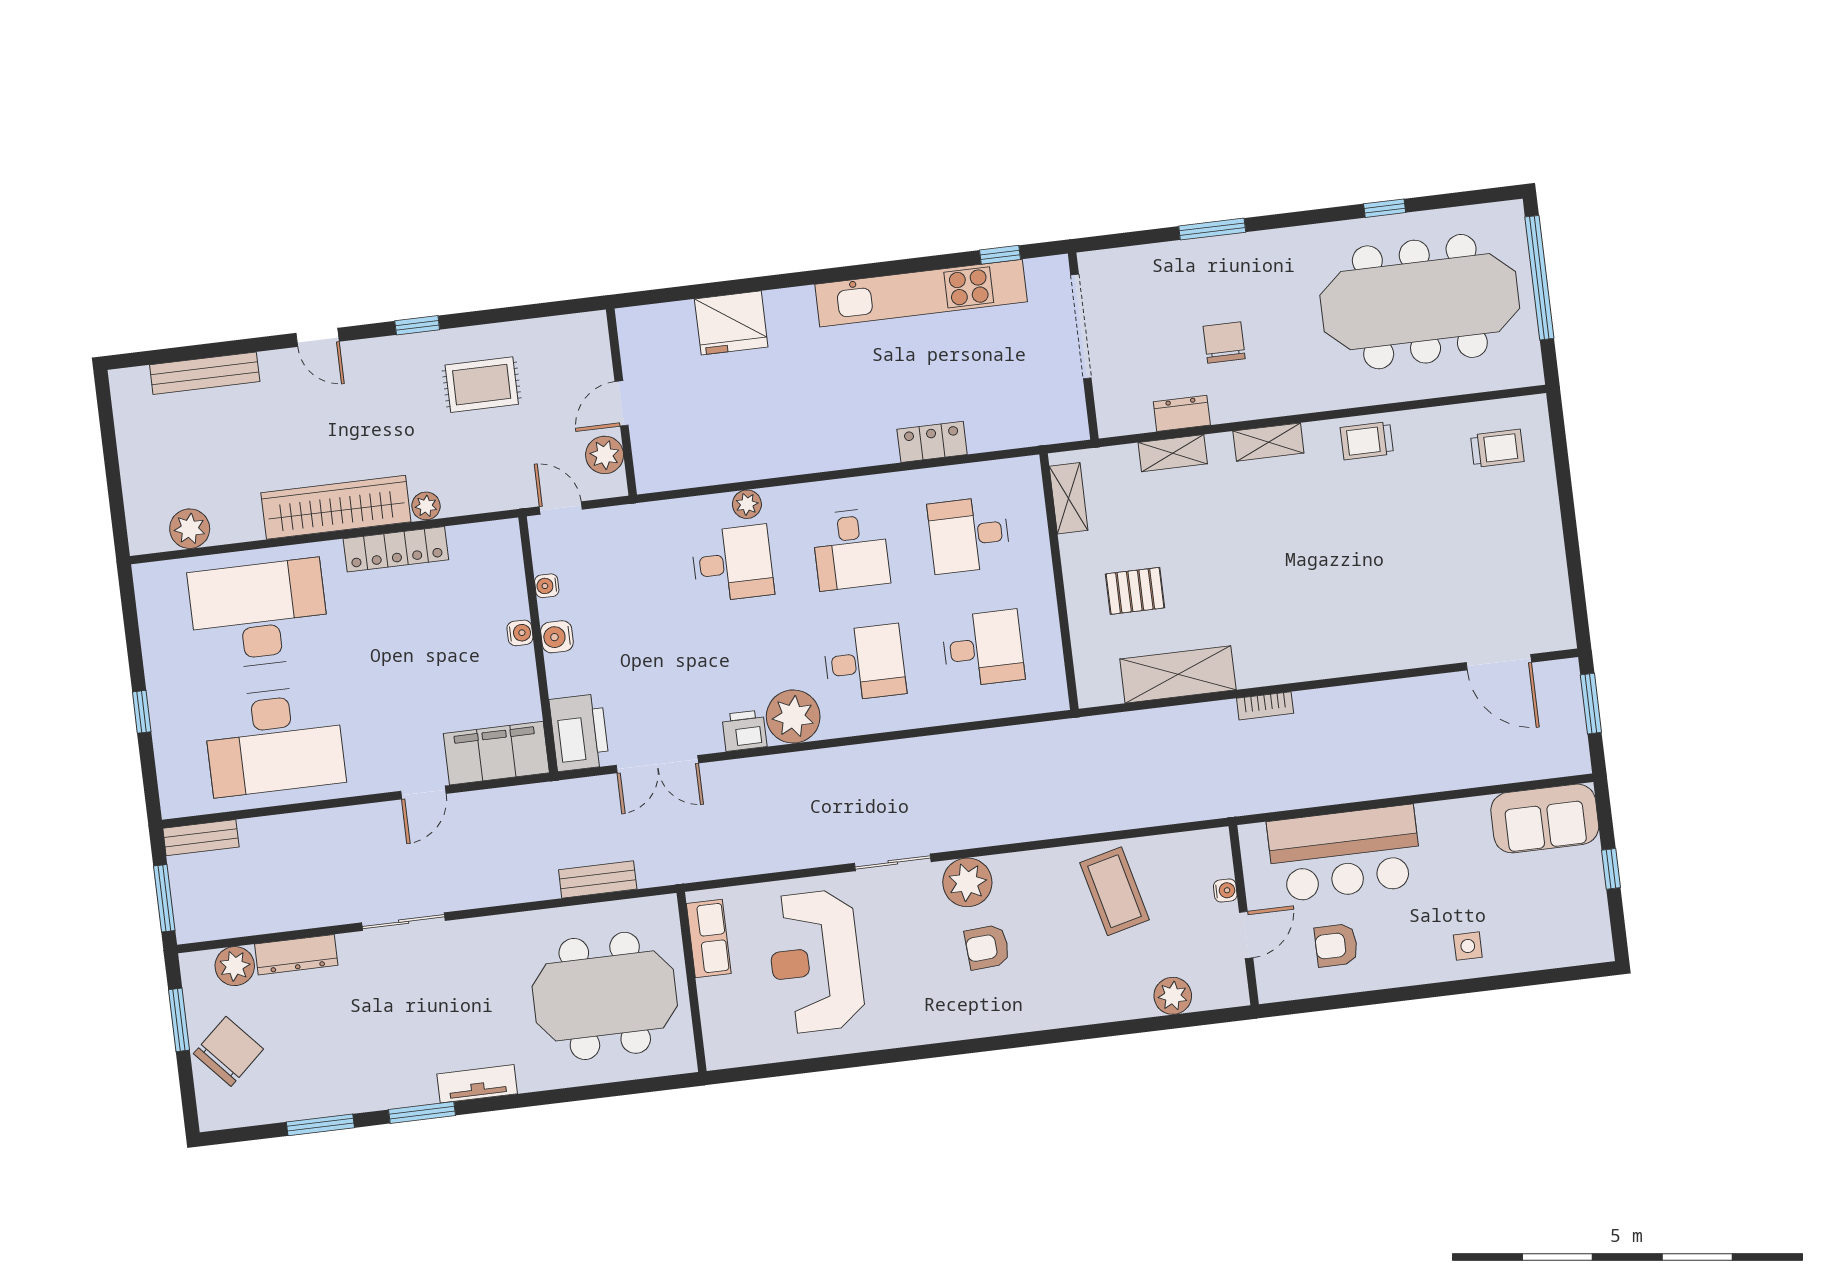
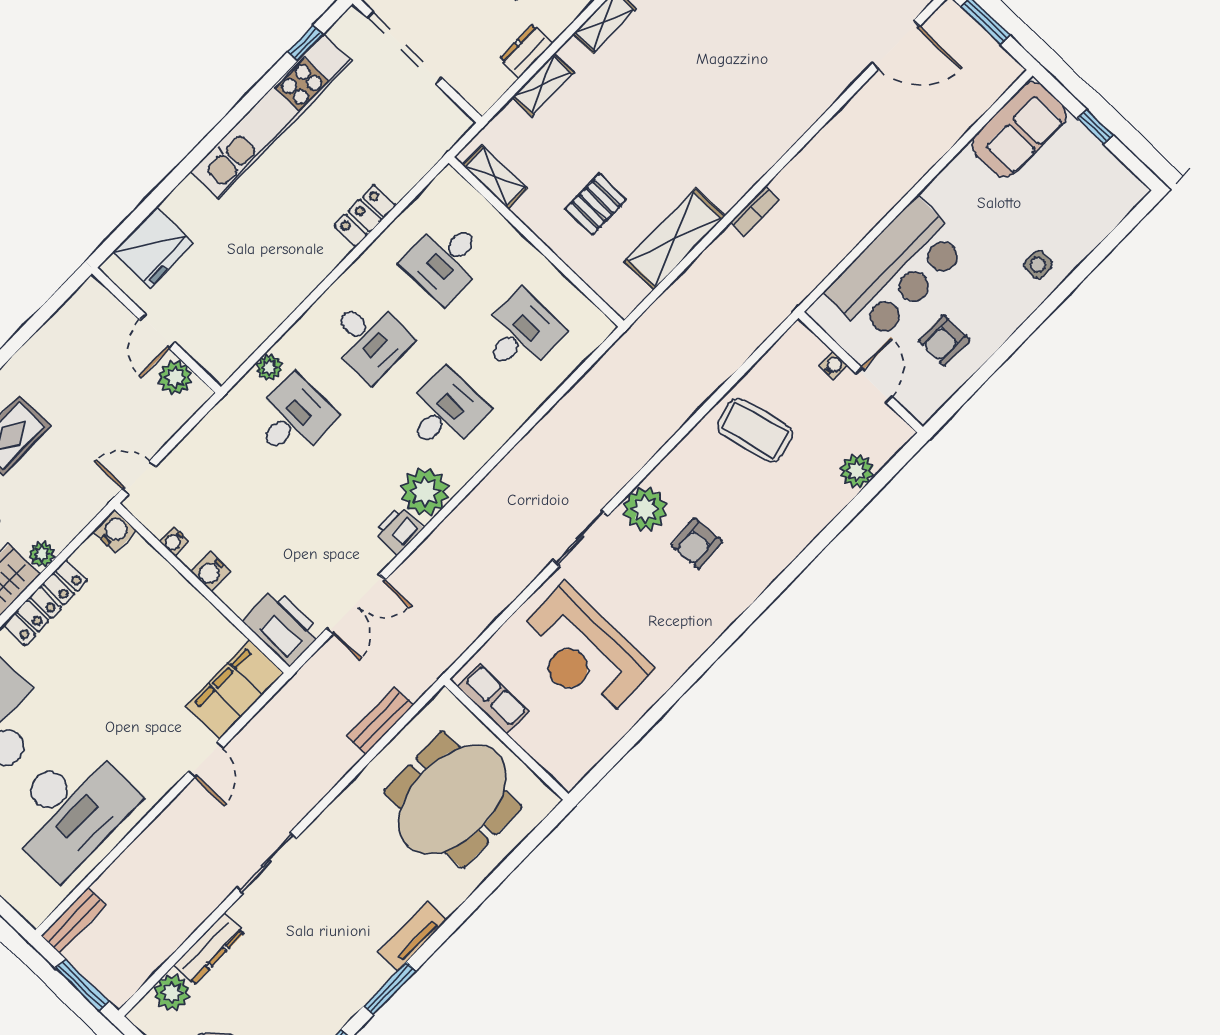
wall: (621, 402) -> (156, 330), moved
door: (622, 403) -> (157, 331), moved
plant: (605, 455) -> (175, 378), moved
water cooler: (520, 633) -> (115, 531), moved, width x1.38, depth x1.38

